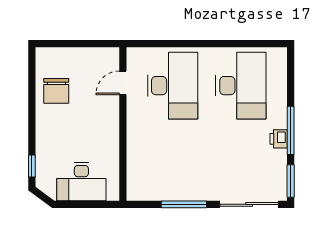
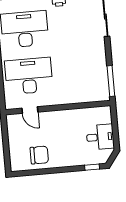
desk: (81, 182) -> (100, 137), width x0.73
window: (184, 204) -> (111, 81), moved

